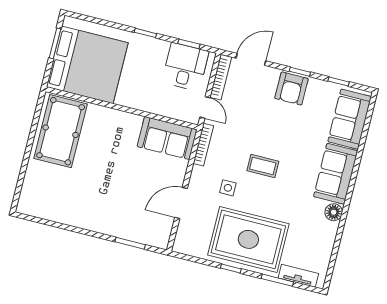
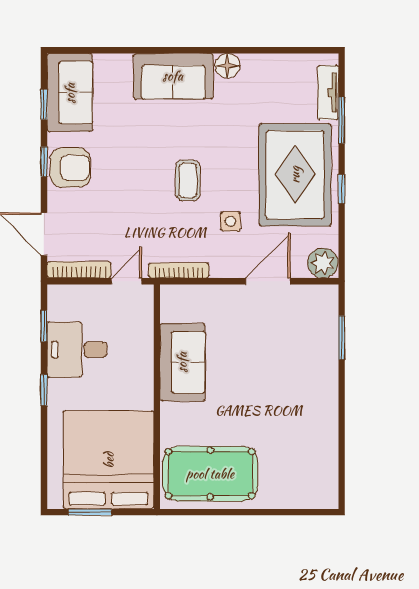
desk: (185, 67) -> (77, 350), moved
sofa: (350, 119) -> (70, 93), moved, turned -90
sofa: (167, 138) -> (182, 362), moved
door: (181, 203) -> (268, 281), swing flipped
plant: (184, 243) -> (323, 263), added

